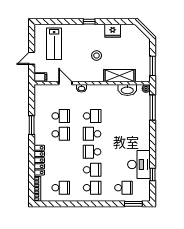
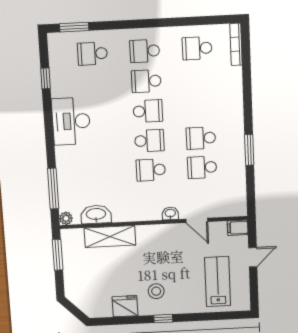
stool: (97, 55) -> (156, 291), moved
locker: (39, 160) -> (235, 93), removed
desk: (139, 164) -> (71, 121), moved

